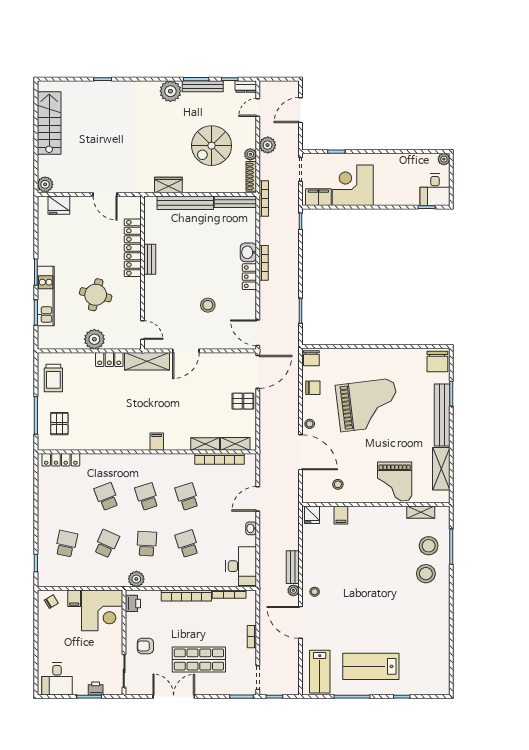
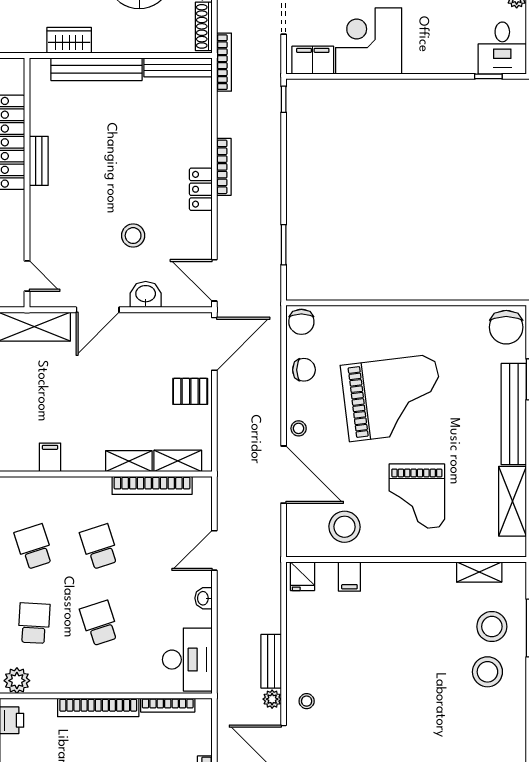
washbasin: (248, 252) -> (146, 294), moved, turned 90
grand piano: (395, 482) -> (417, 496), moved
stool: (338, 484) -> (345, 527), width x1.89, depth x1.89

